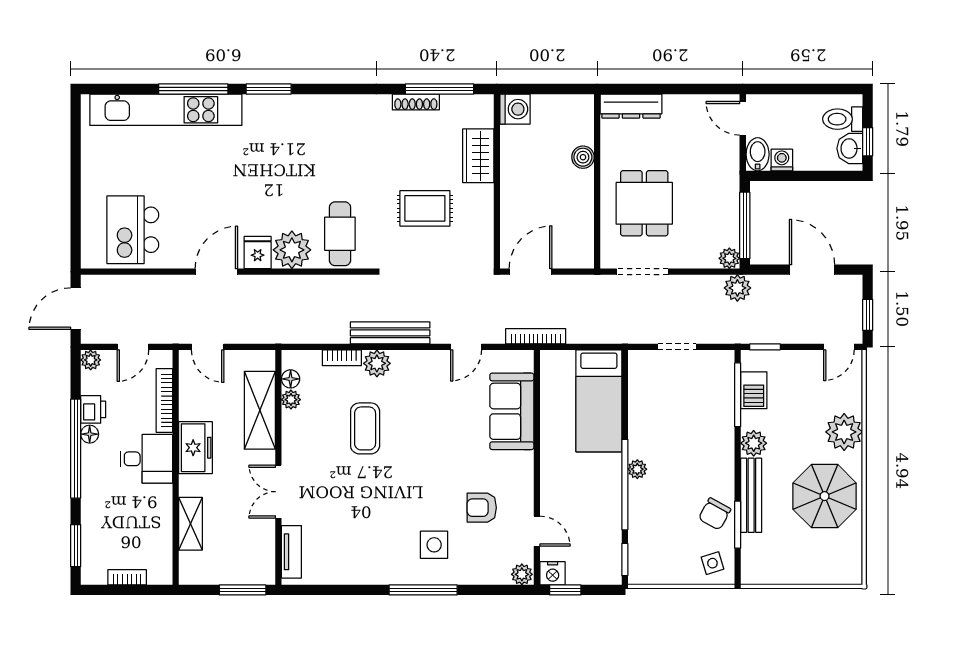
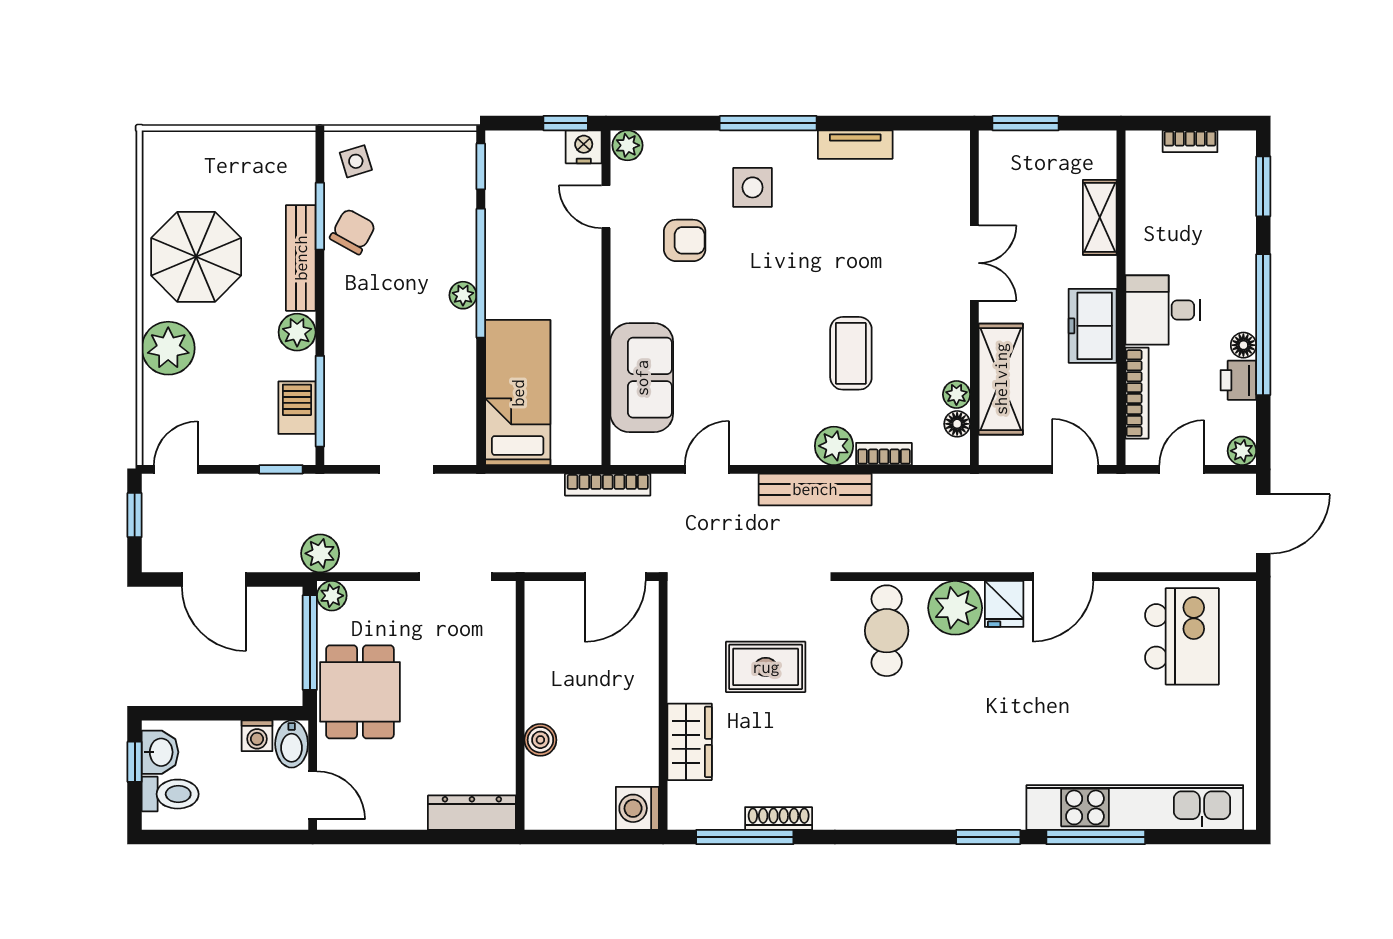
dining table: (644, 203) -> (360, 692), moved
tv unit: (291, 552) -> (855, 145), moved, turned -90

